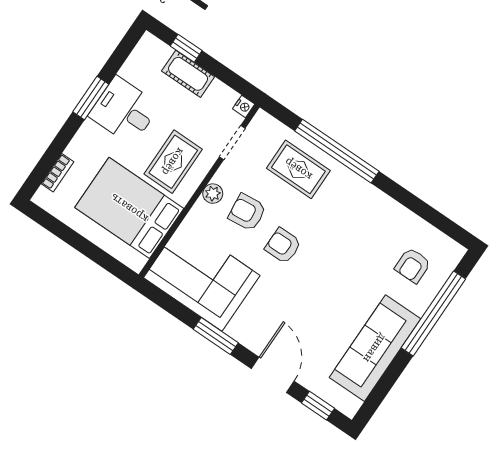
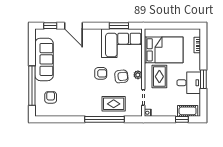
cot: (188, 74) -> (188, 111), moved
window: (216, 336) -> (119, 26), moved

